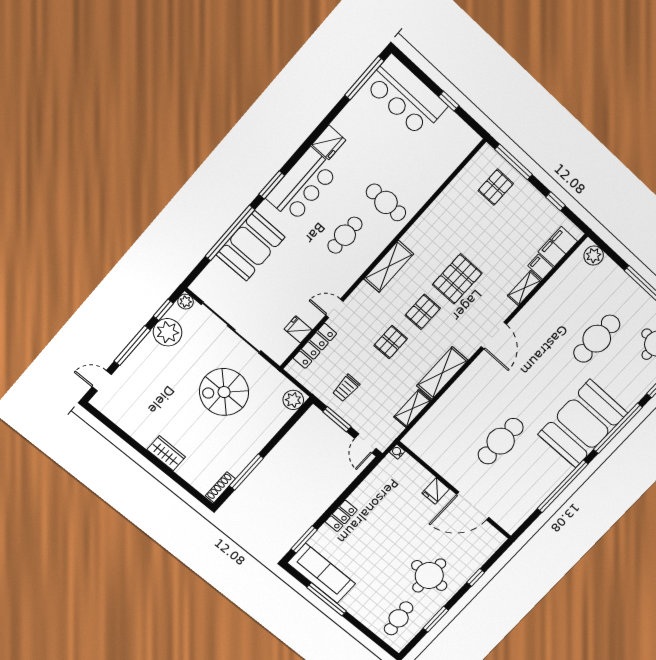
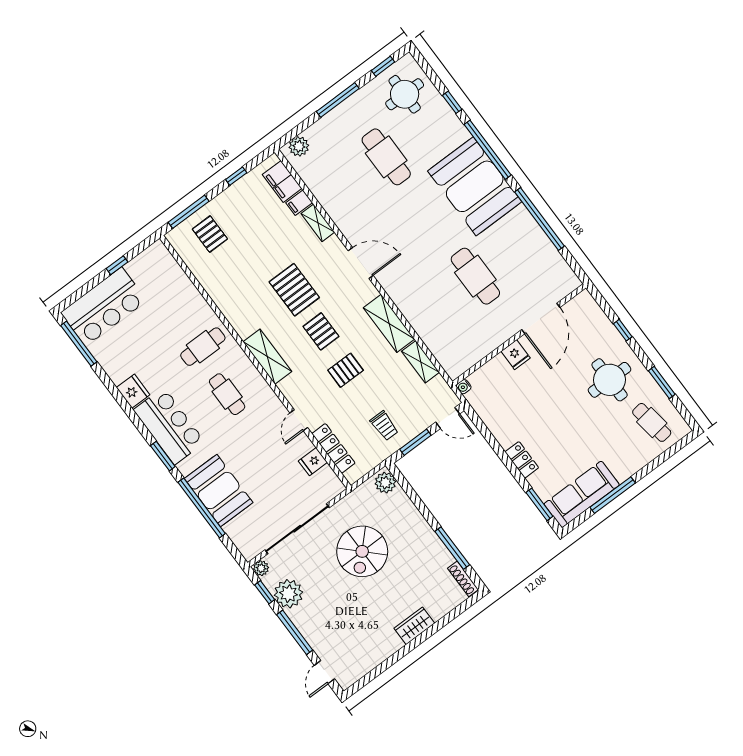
pallet: (391, 342) -> (346, 370), turned 90

